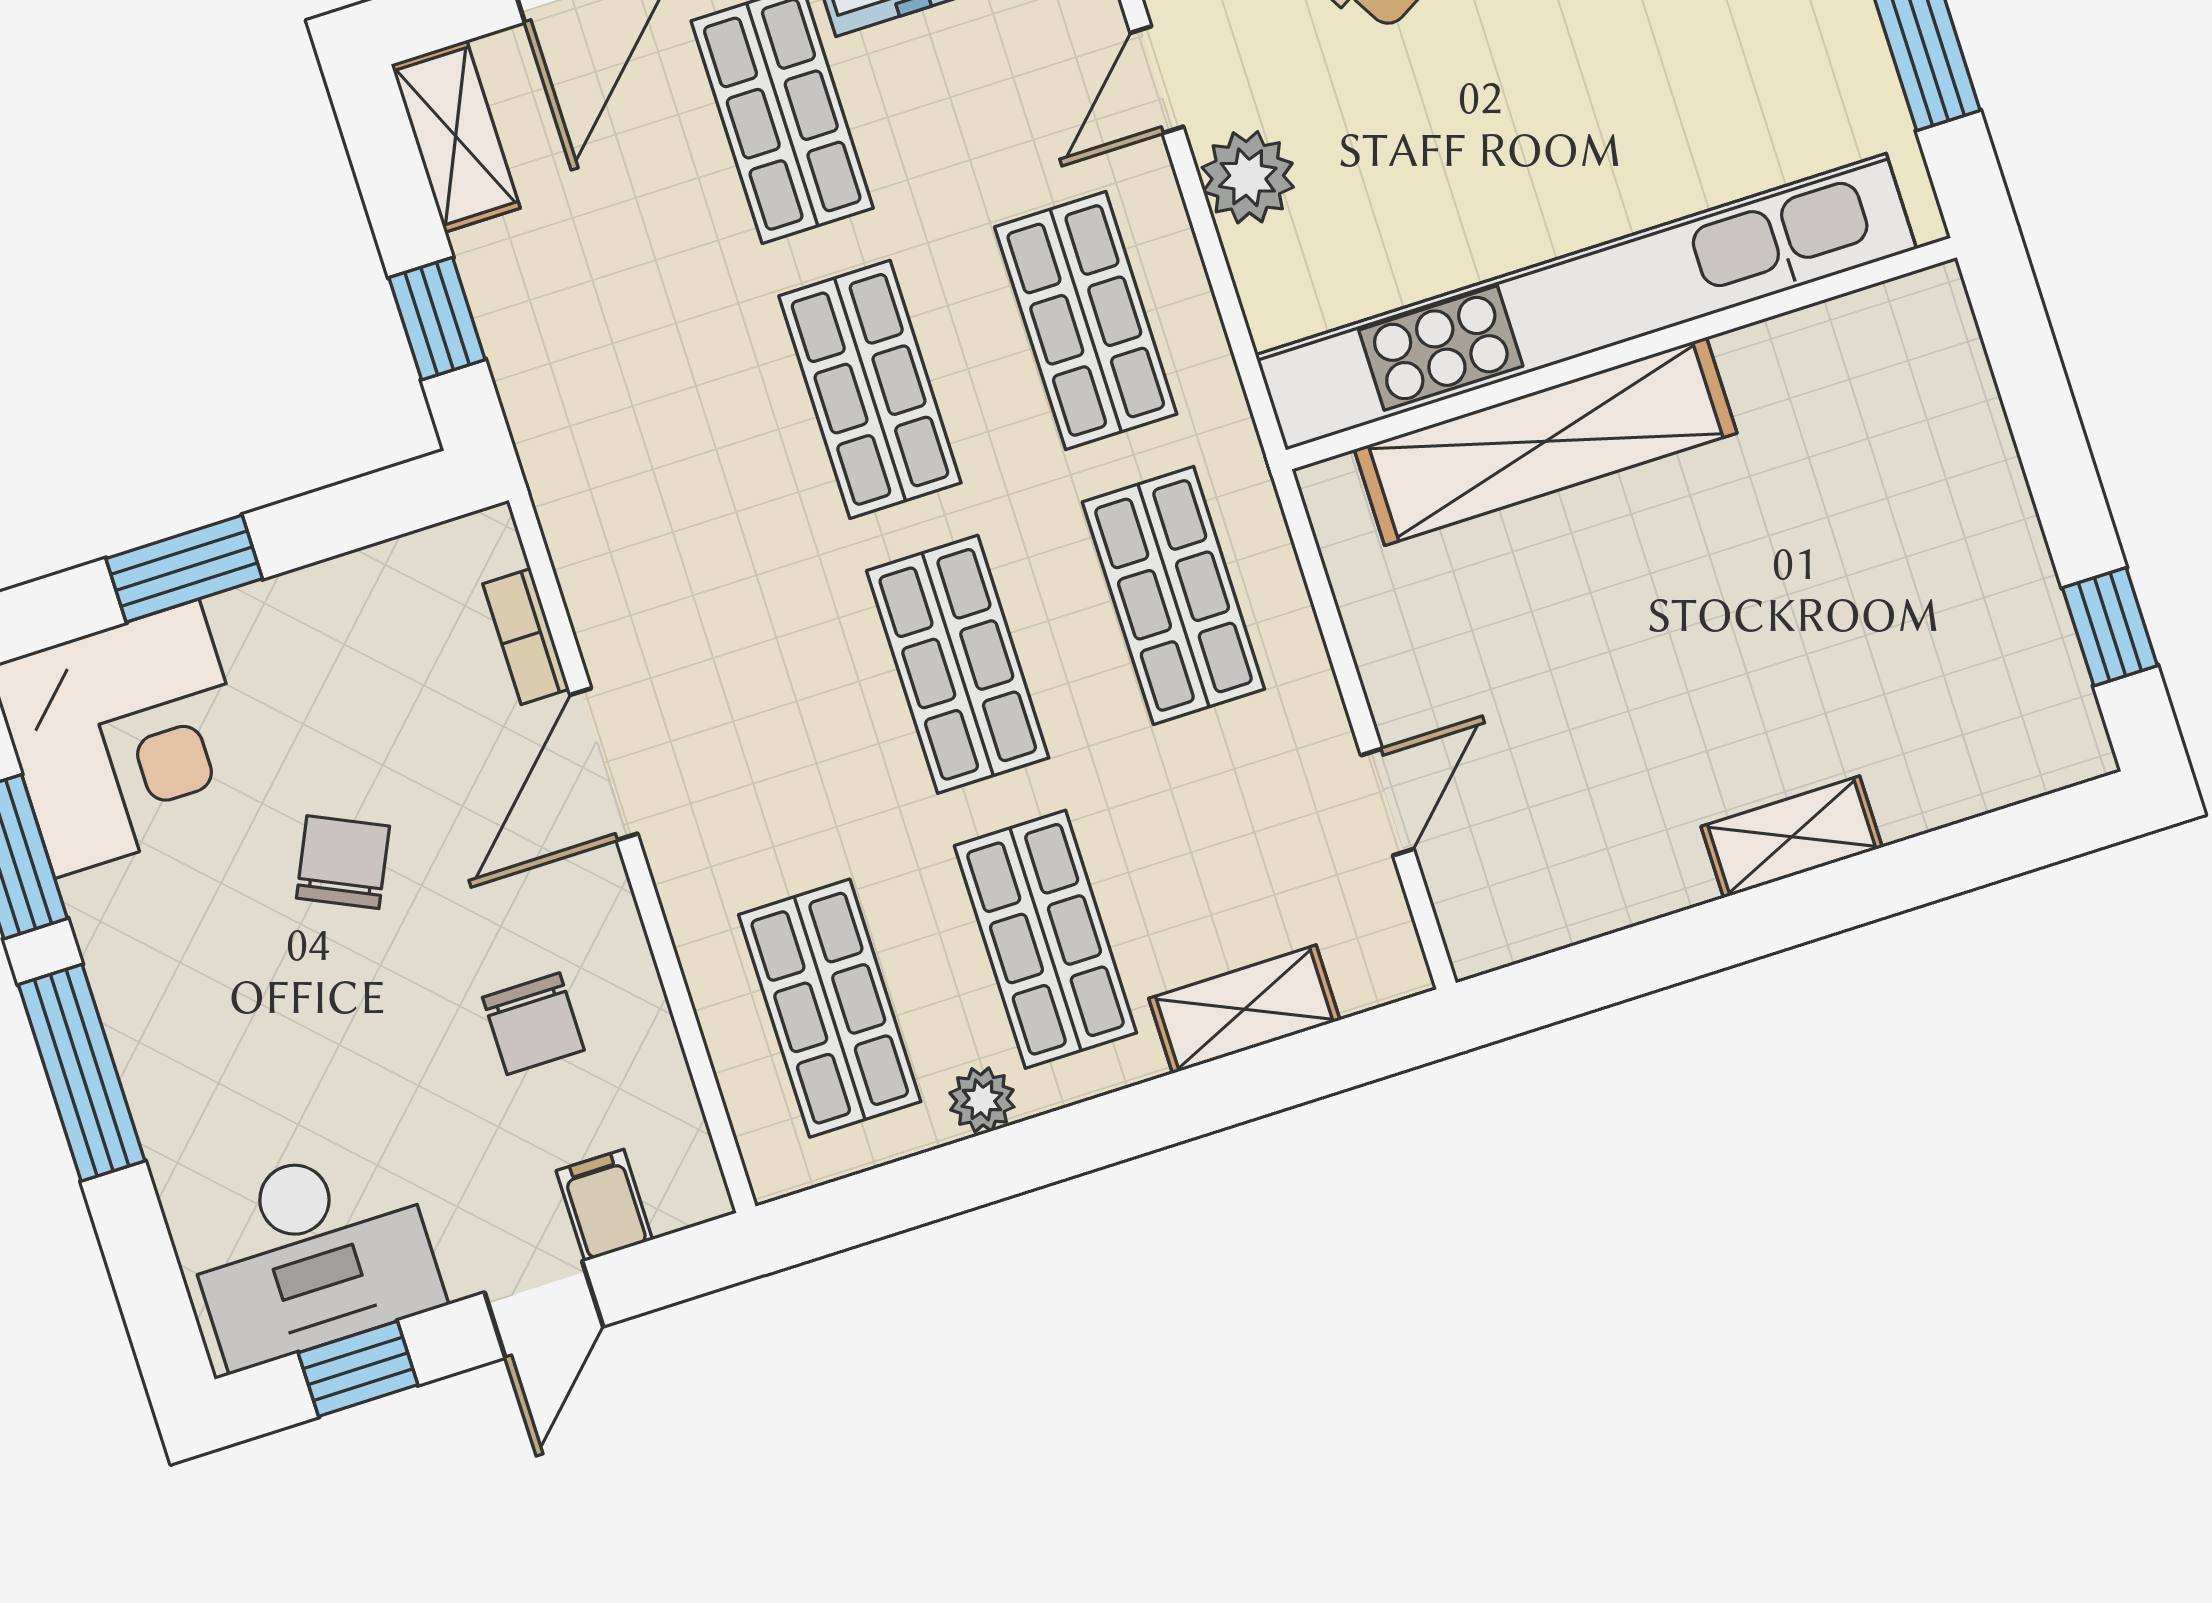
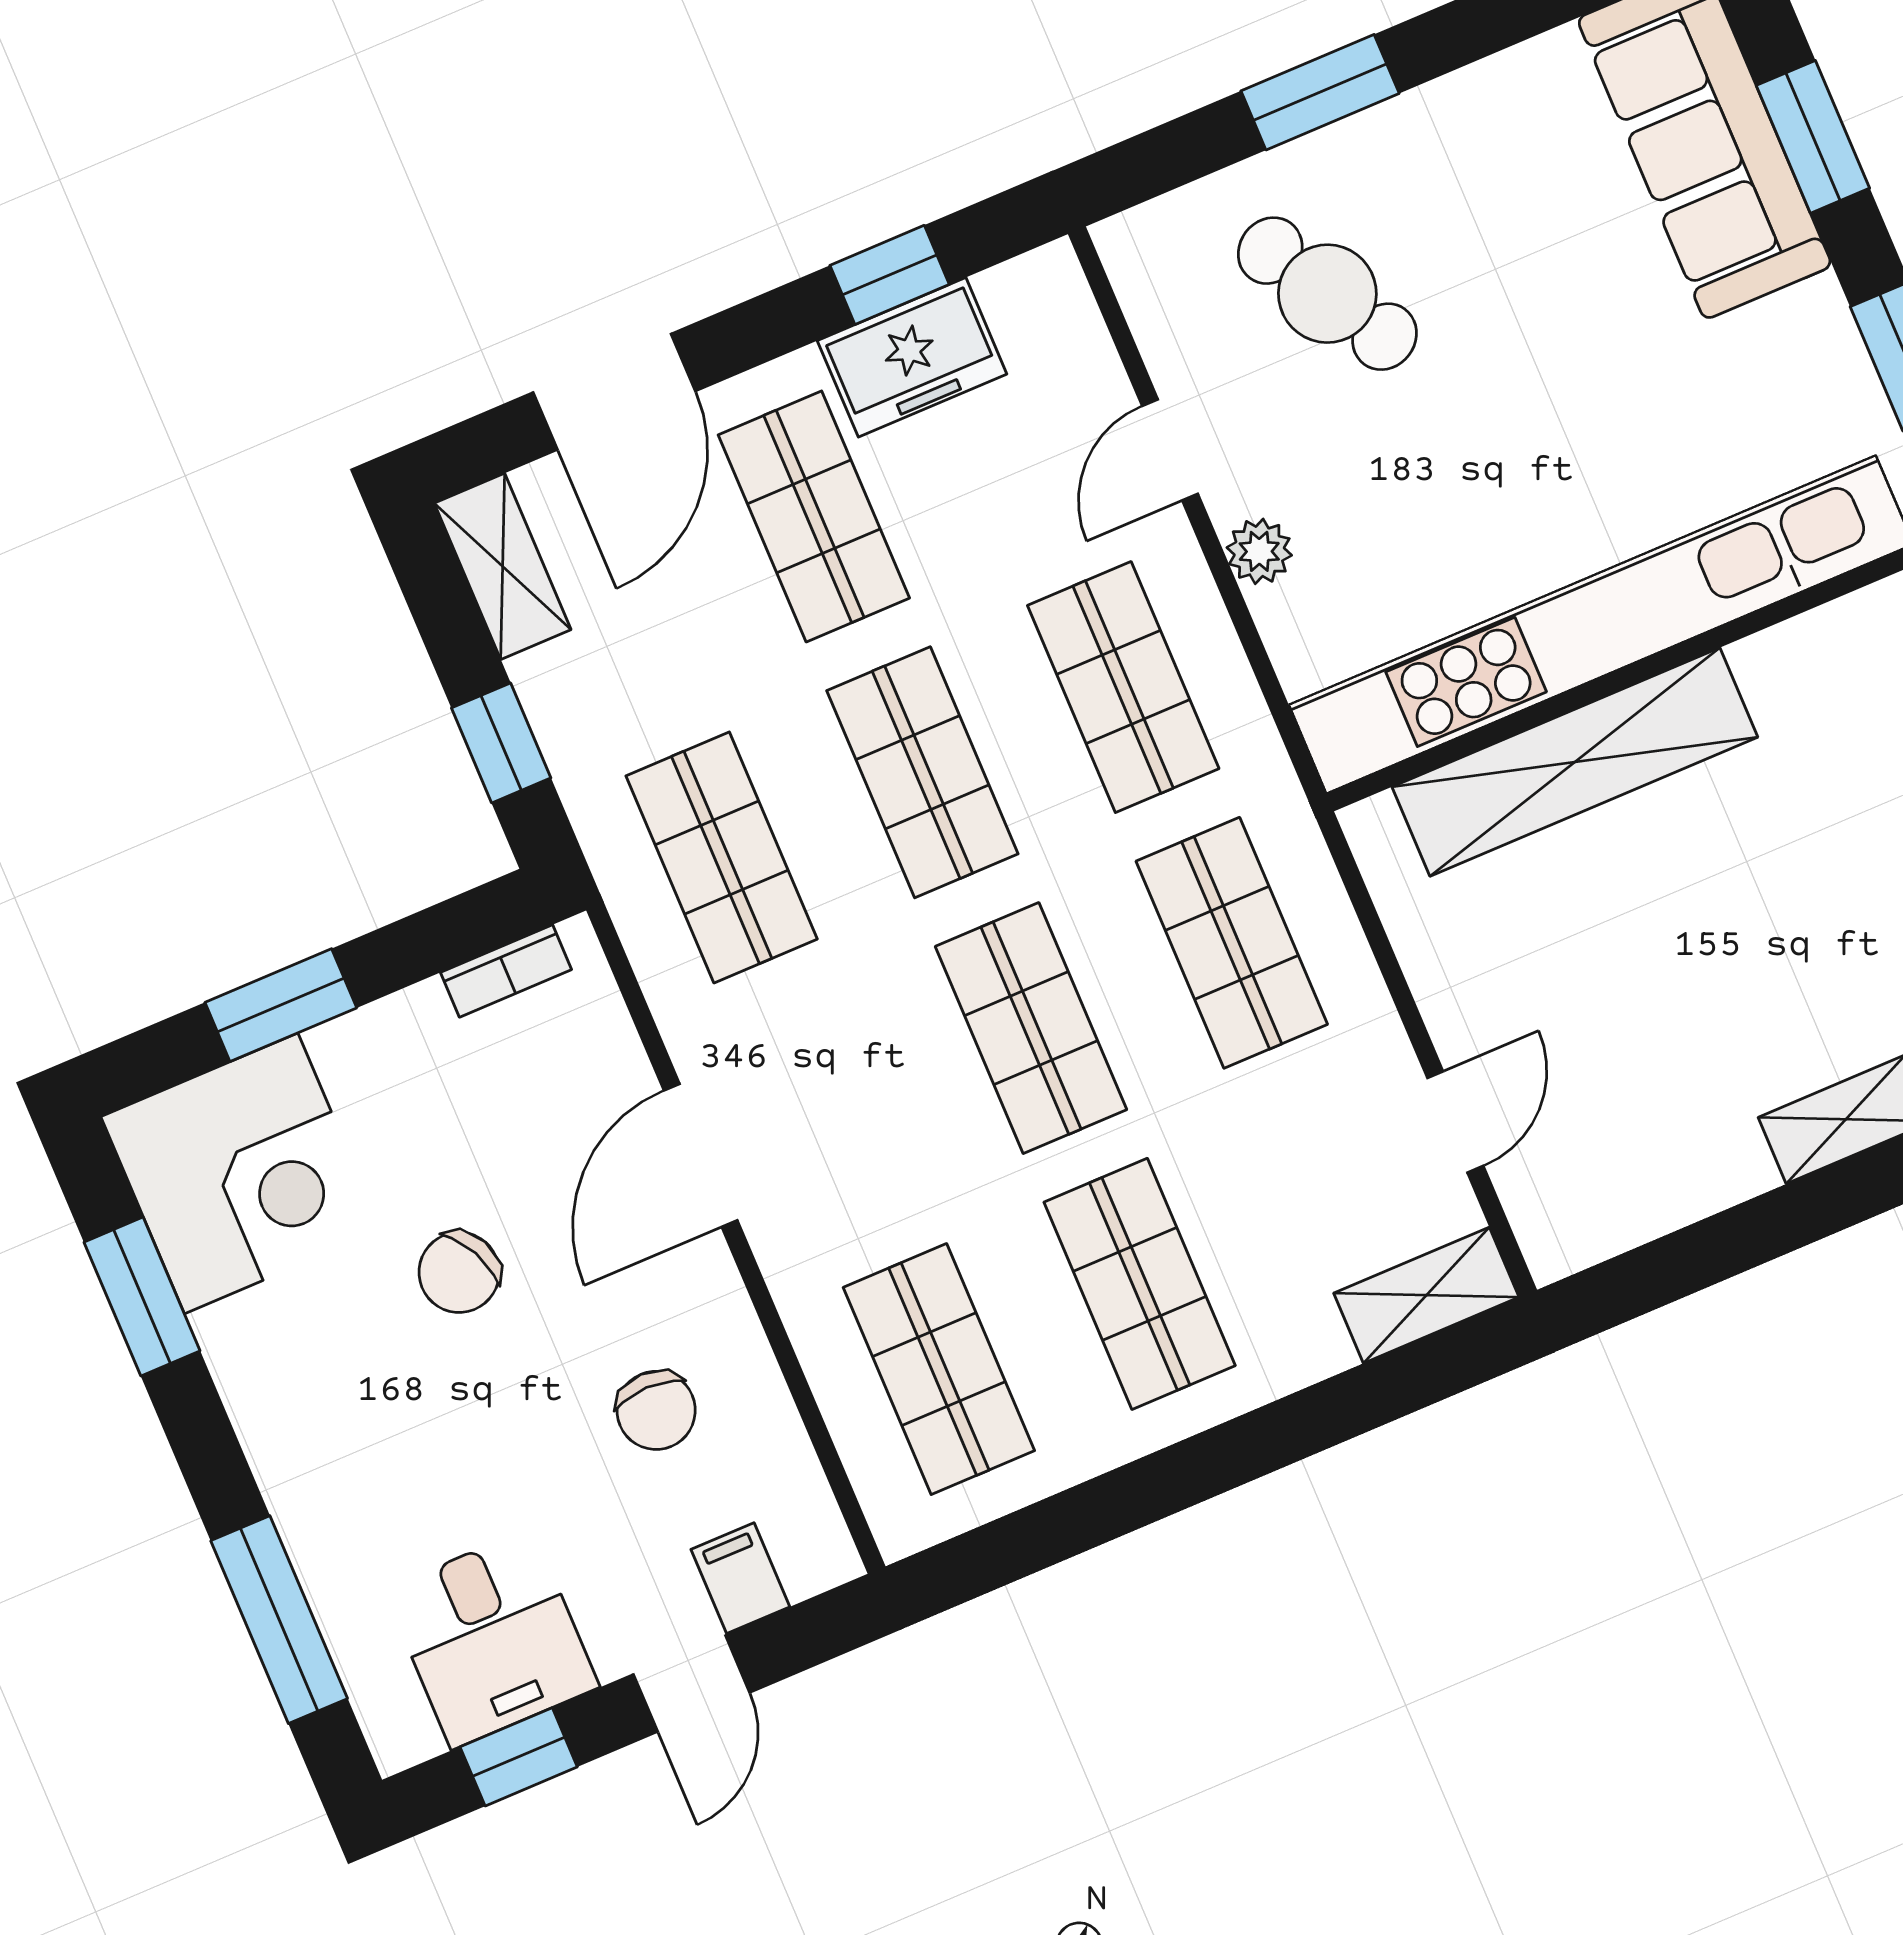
plant: (1248, 177) -> (1259, 551), width x0.73, depth x0.73
shop shelf: (654, 458) -> (722, 857), added
bookcase: (526, 637) -> (506, 971), moved, turned -90
chair: (343, 862) -> (459, 1272), turned -141
shelving: (1244, 1009) -> (1426, 1295), moved
window: (82, 1073) -> (279, 1620), moved
plant: (982, 1100) -> (1093, 1444), removed
desk: (312, 1253) -> (492, 1638), width x0.73

